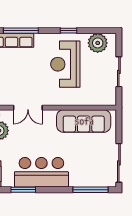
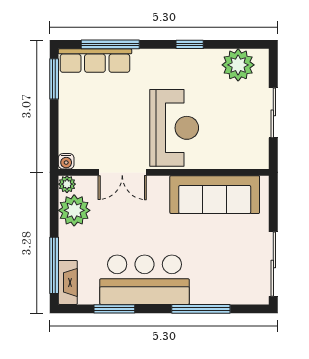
reception desk: (65, 64) -> (174, 128), moved, turned 180
window: (91, 190) -> (201, 309), moved

